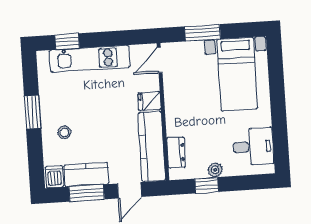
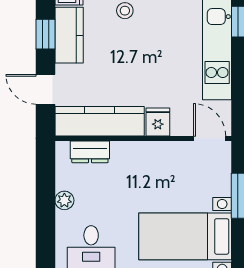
window: (207, 185) -> (46, 188), removed
window: (87, 193) -> (46, 34), width x0.67

